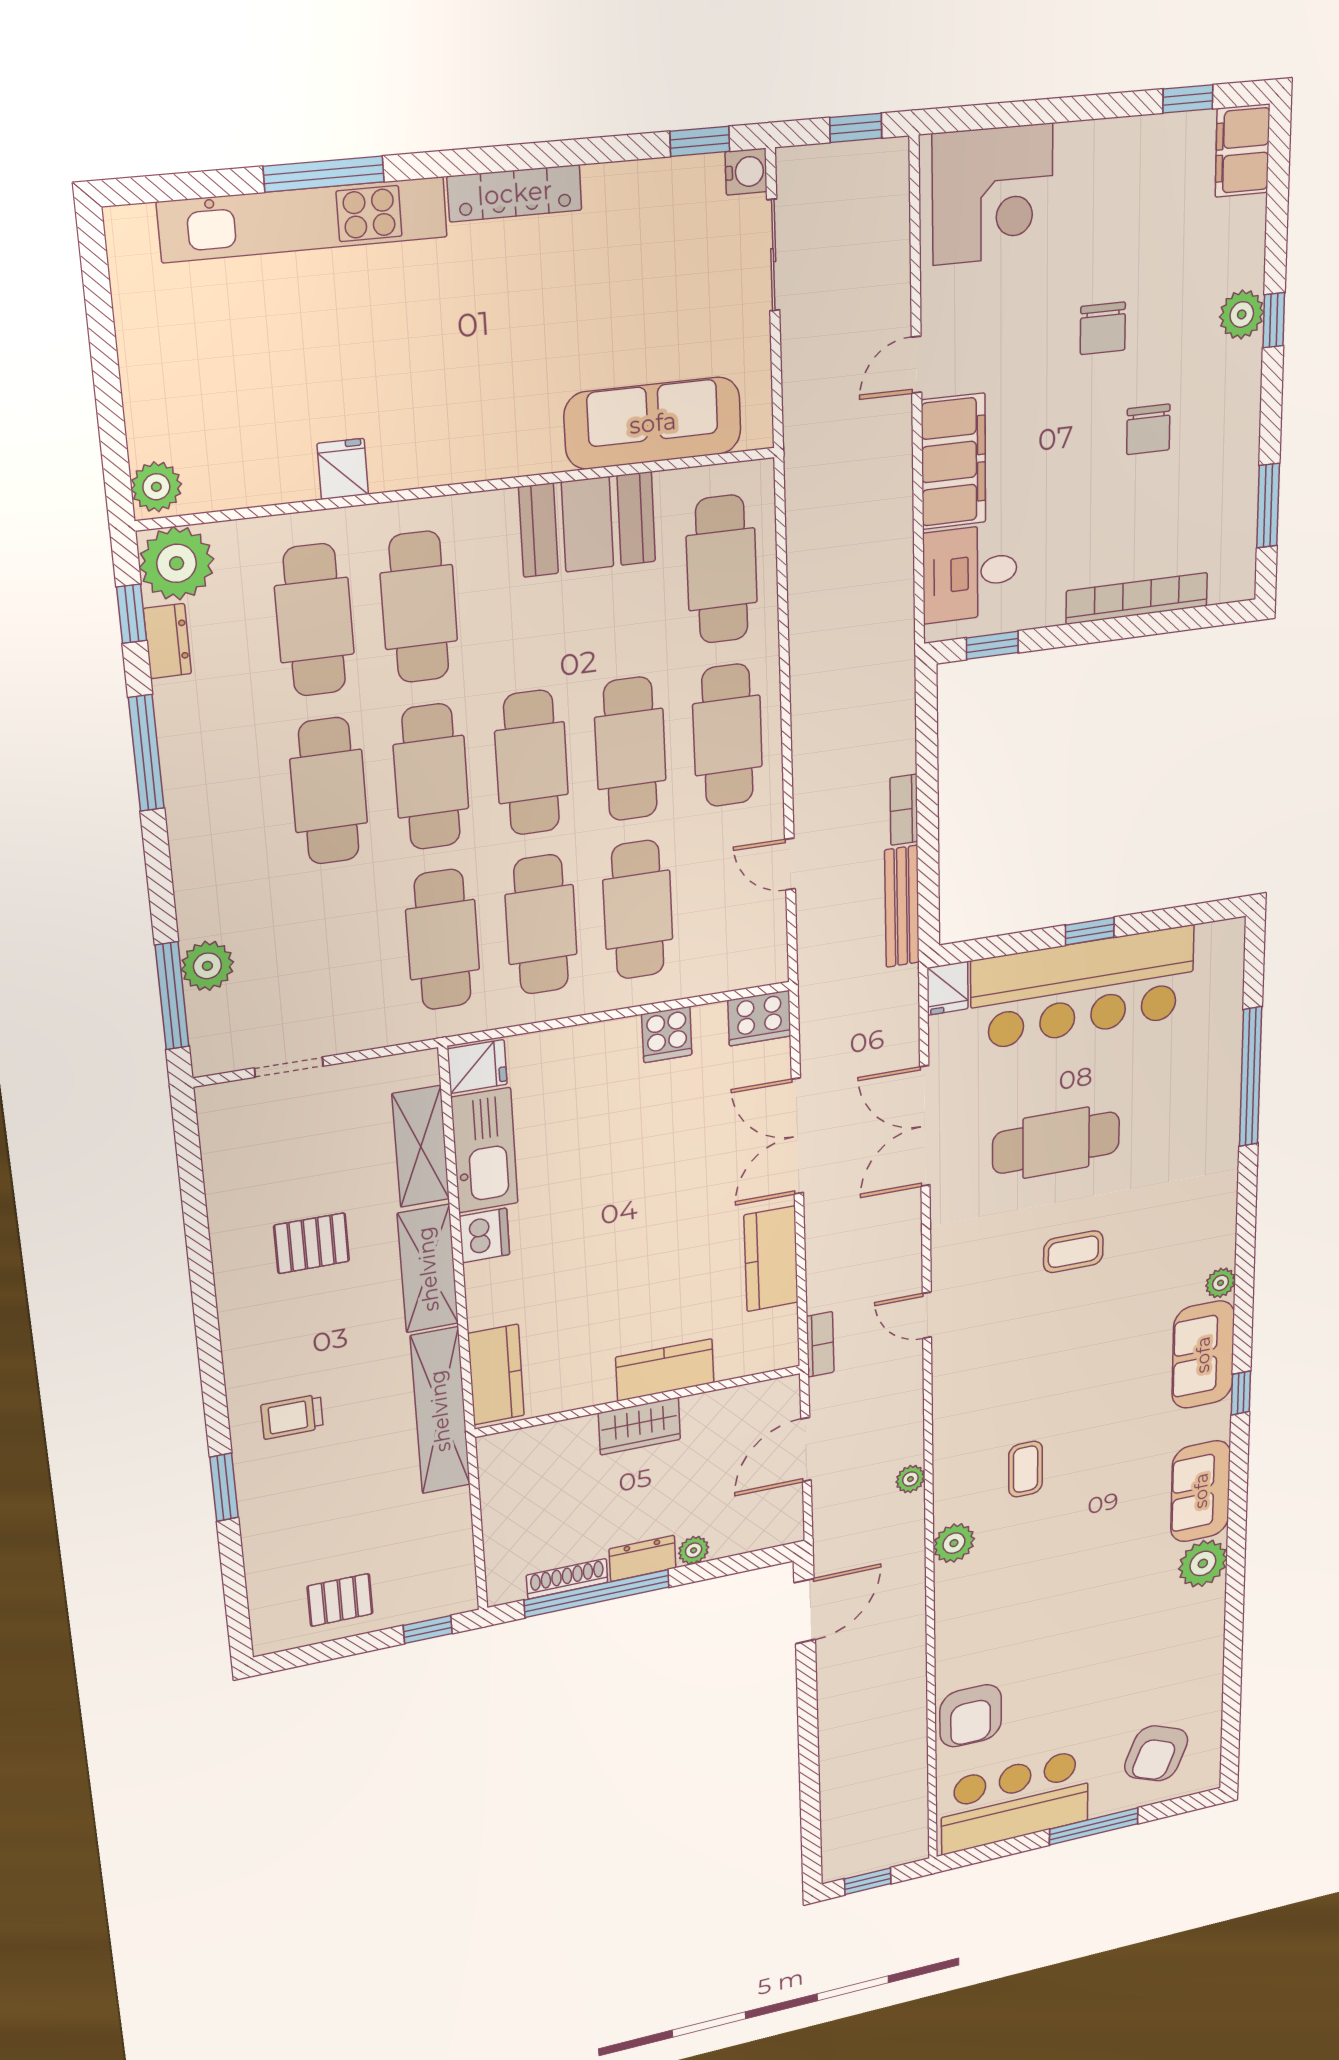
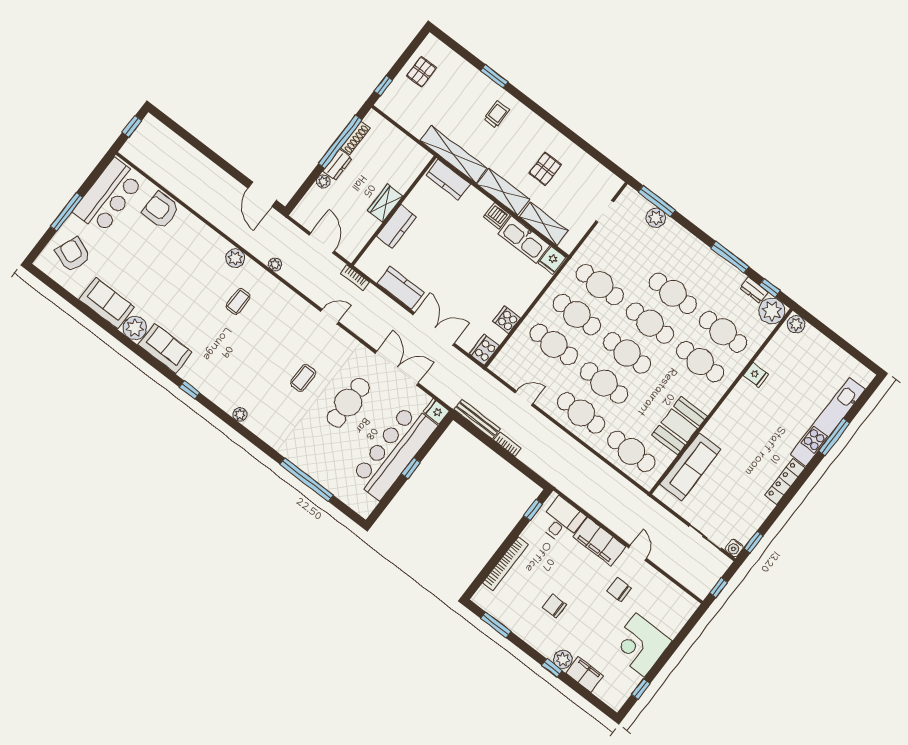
filing cabinet: (1243, 151) -> (585, 674), moved
corner desk: (993, 194) -> (640, 645), moved
chair: (1103, 328) -> (619, 590), moved
sofa: (1203, 1355) -> (107, 303), moved
coffee table: (1026, 1469) -> (238, 301), turned 90

